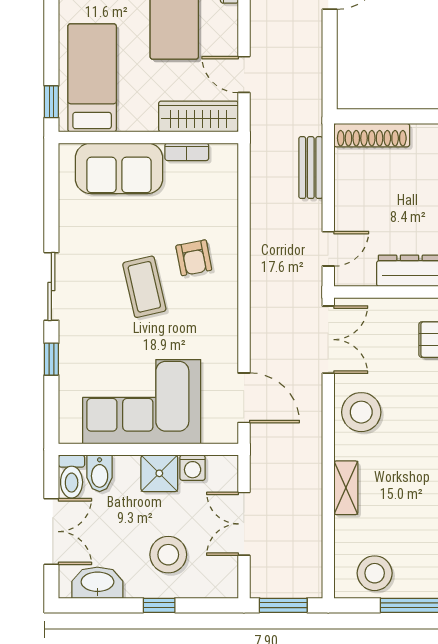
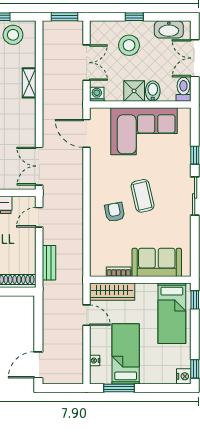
stool: (361, 412) -> (21, 125), removed
washing machine: (193, 468) -> (97, 94), moved
bidet: (100, 473) -> (153, 91), moved

